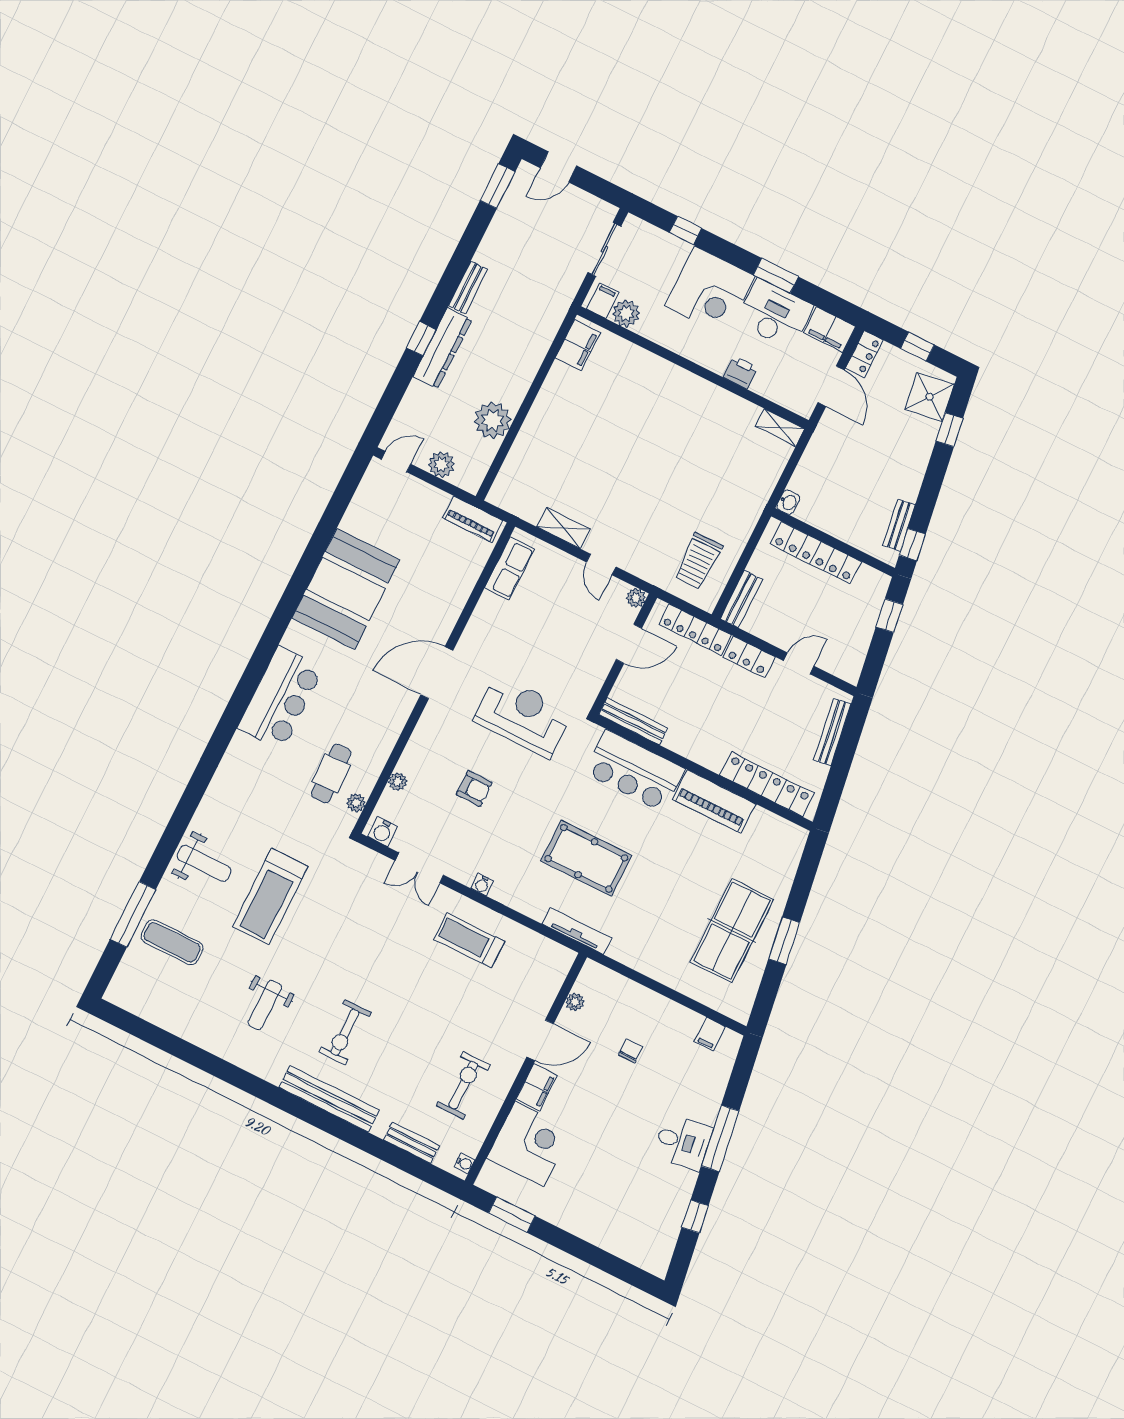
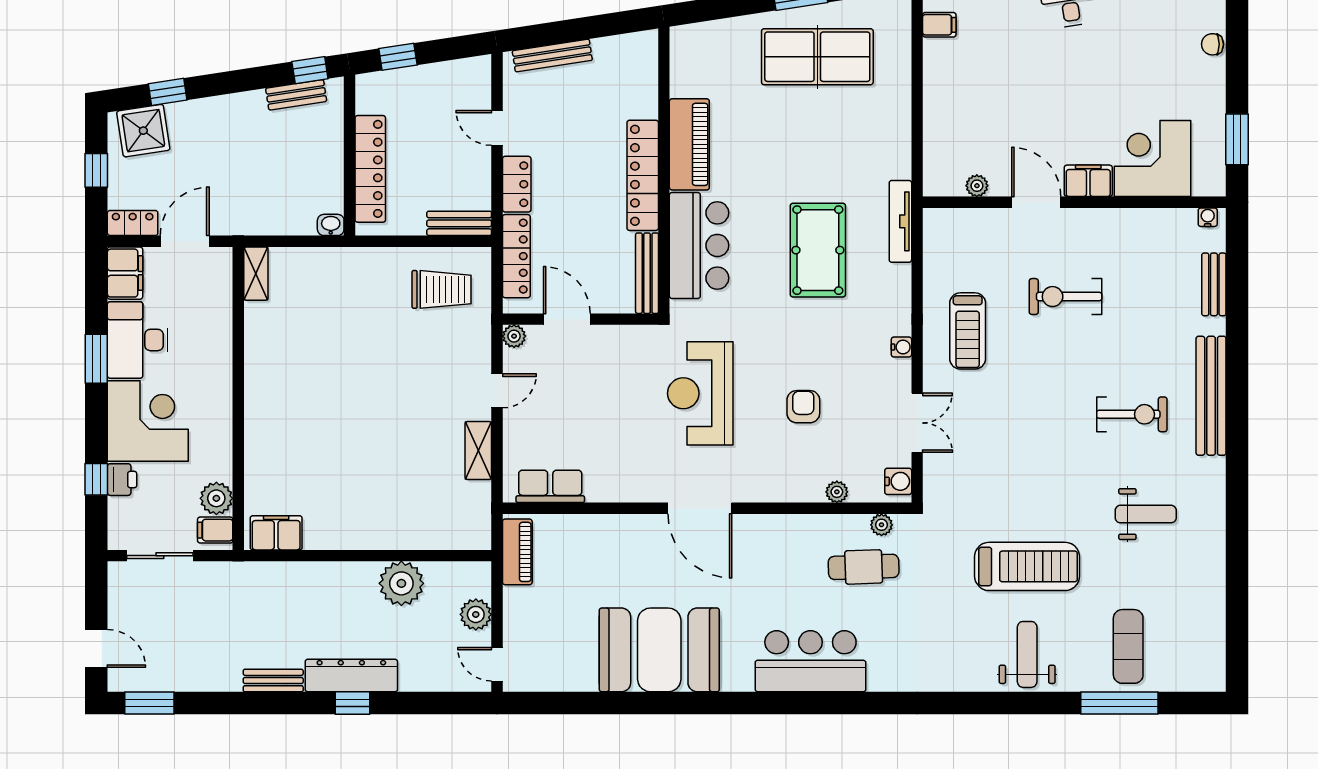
printer: (740, 372) -> (122, 480), moved, turned 180
locker: (767, 784) -> (643, 175), moved
chair: (630, 1051) -> (1212, 44), moved
exercise bike: (463, 1085) -> (1066, 297), moved

